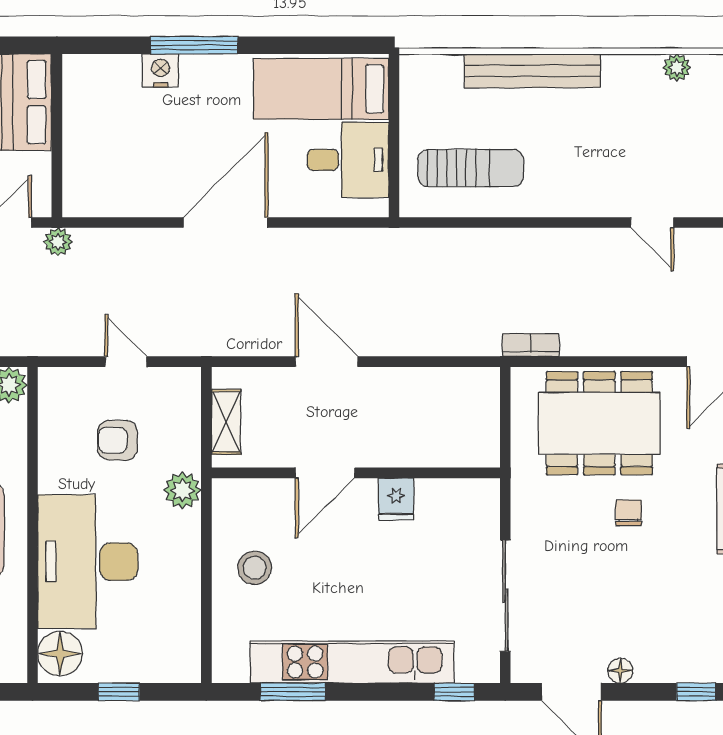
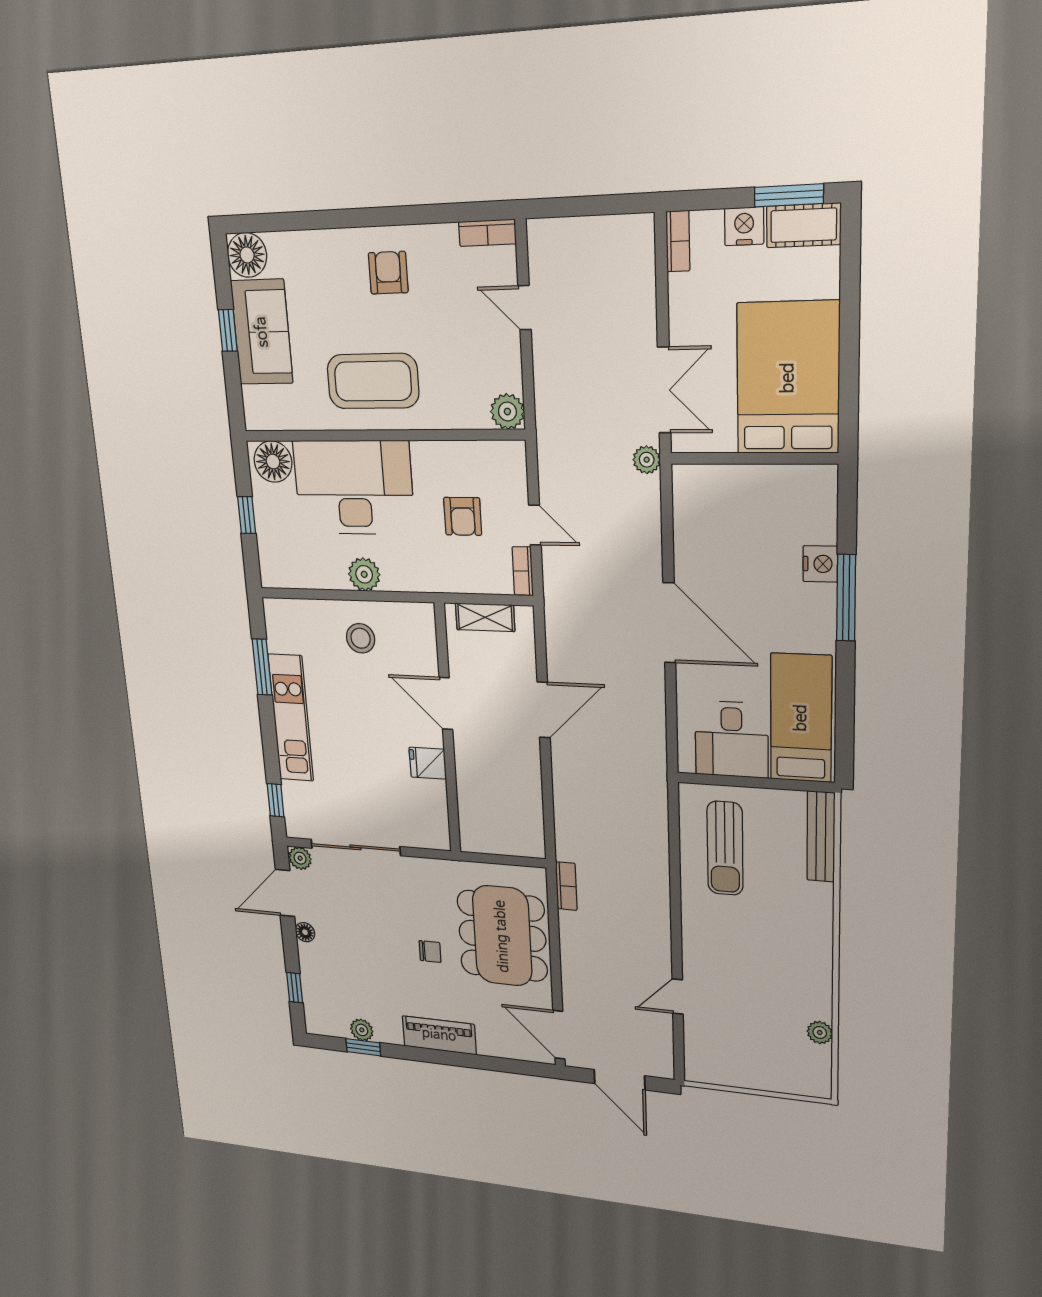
bench: (532, 71) -> (821, 837), moved, width x0.73, depth x0.82
door: (126, 362) -> (535, 525), hinge flipped
bookcase: (175, 377) -> (523, 571), added
armchair: (118, 440) -> (463, 516), turned 180
plant: (182, 490) -> (364, 574), moved
kitchen unit: (352, 662) -> (291, 718), width x0.73
plant: (525, 668) -> (300, 858), added

